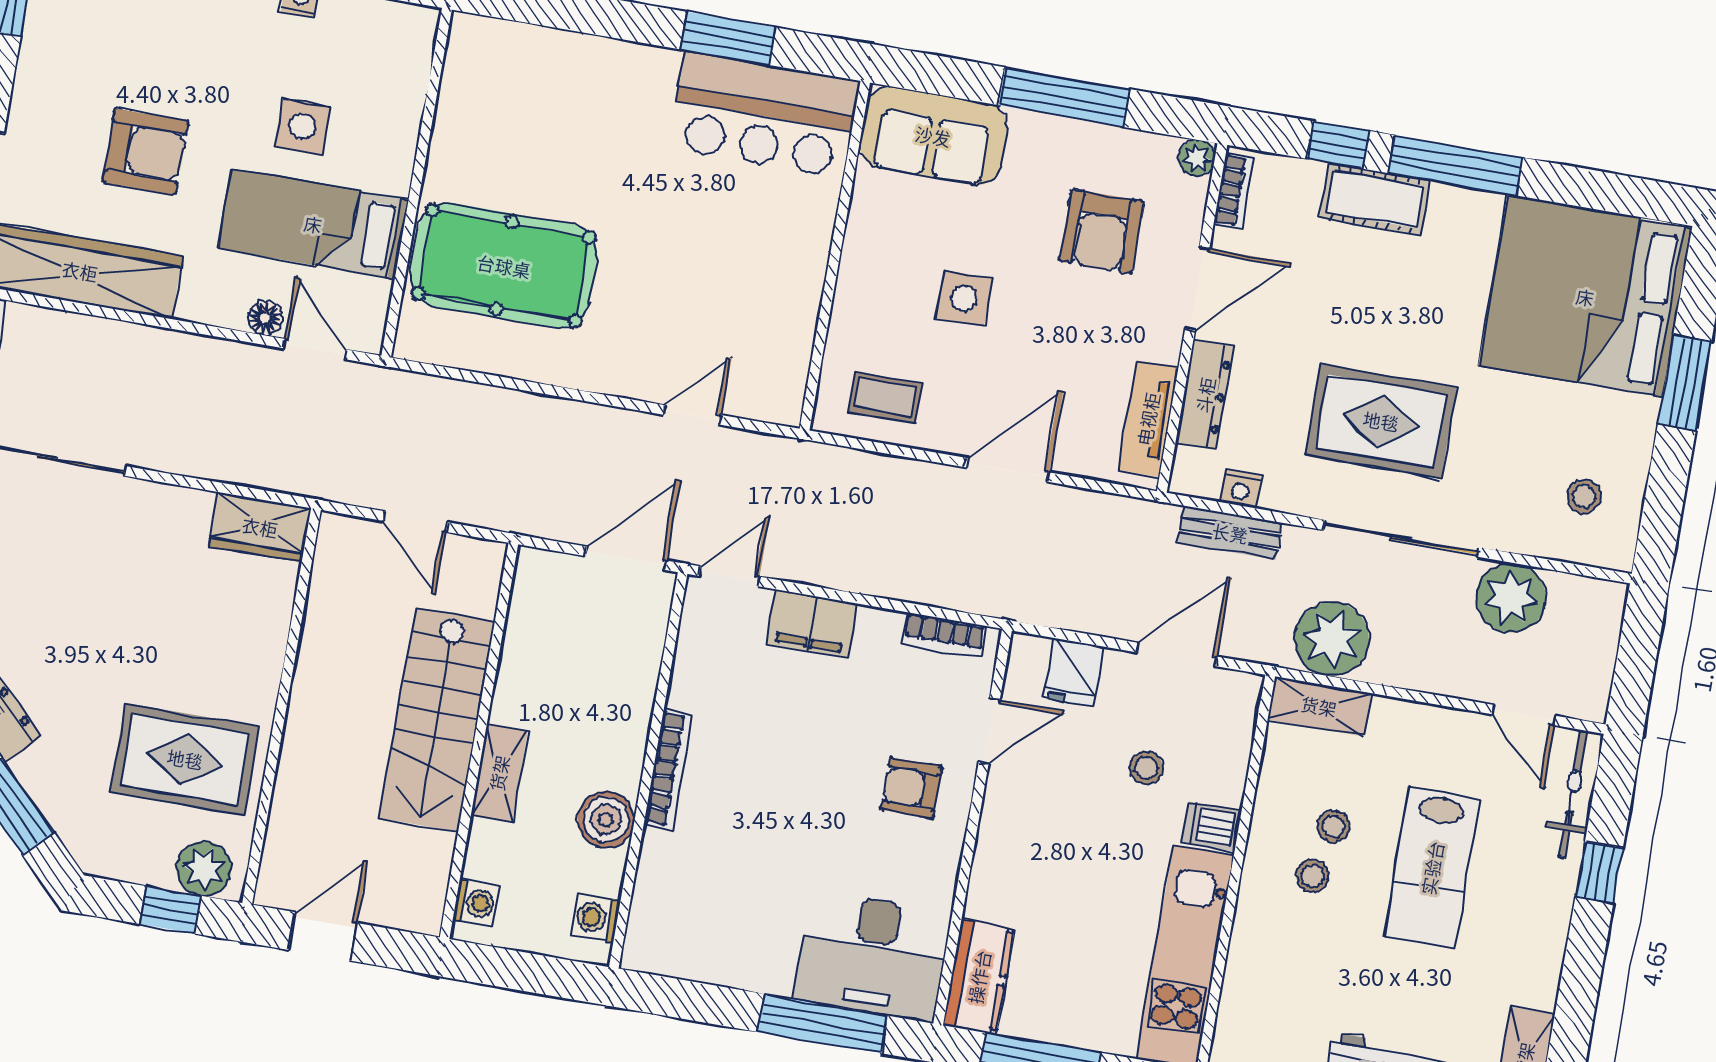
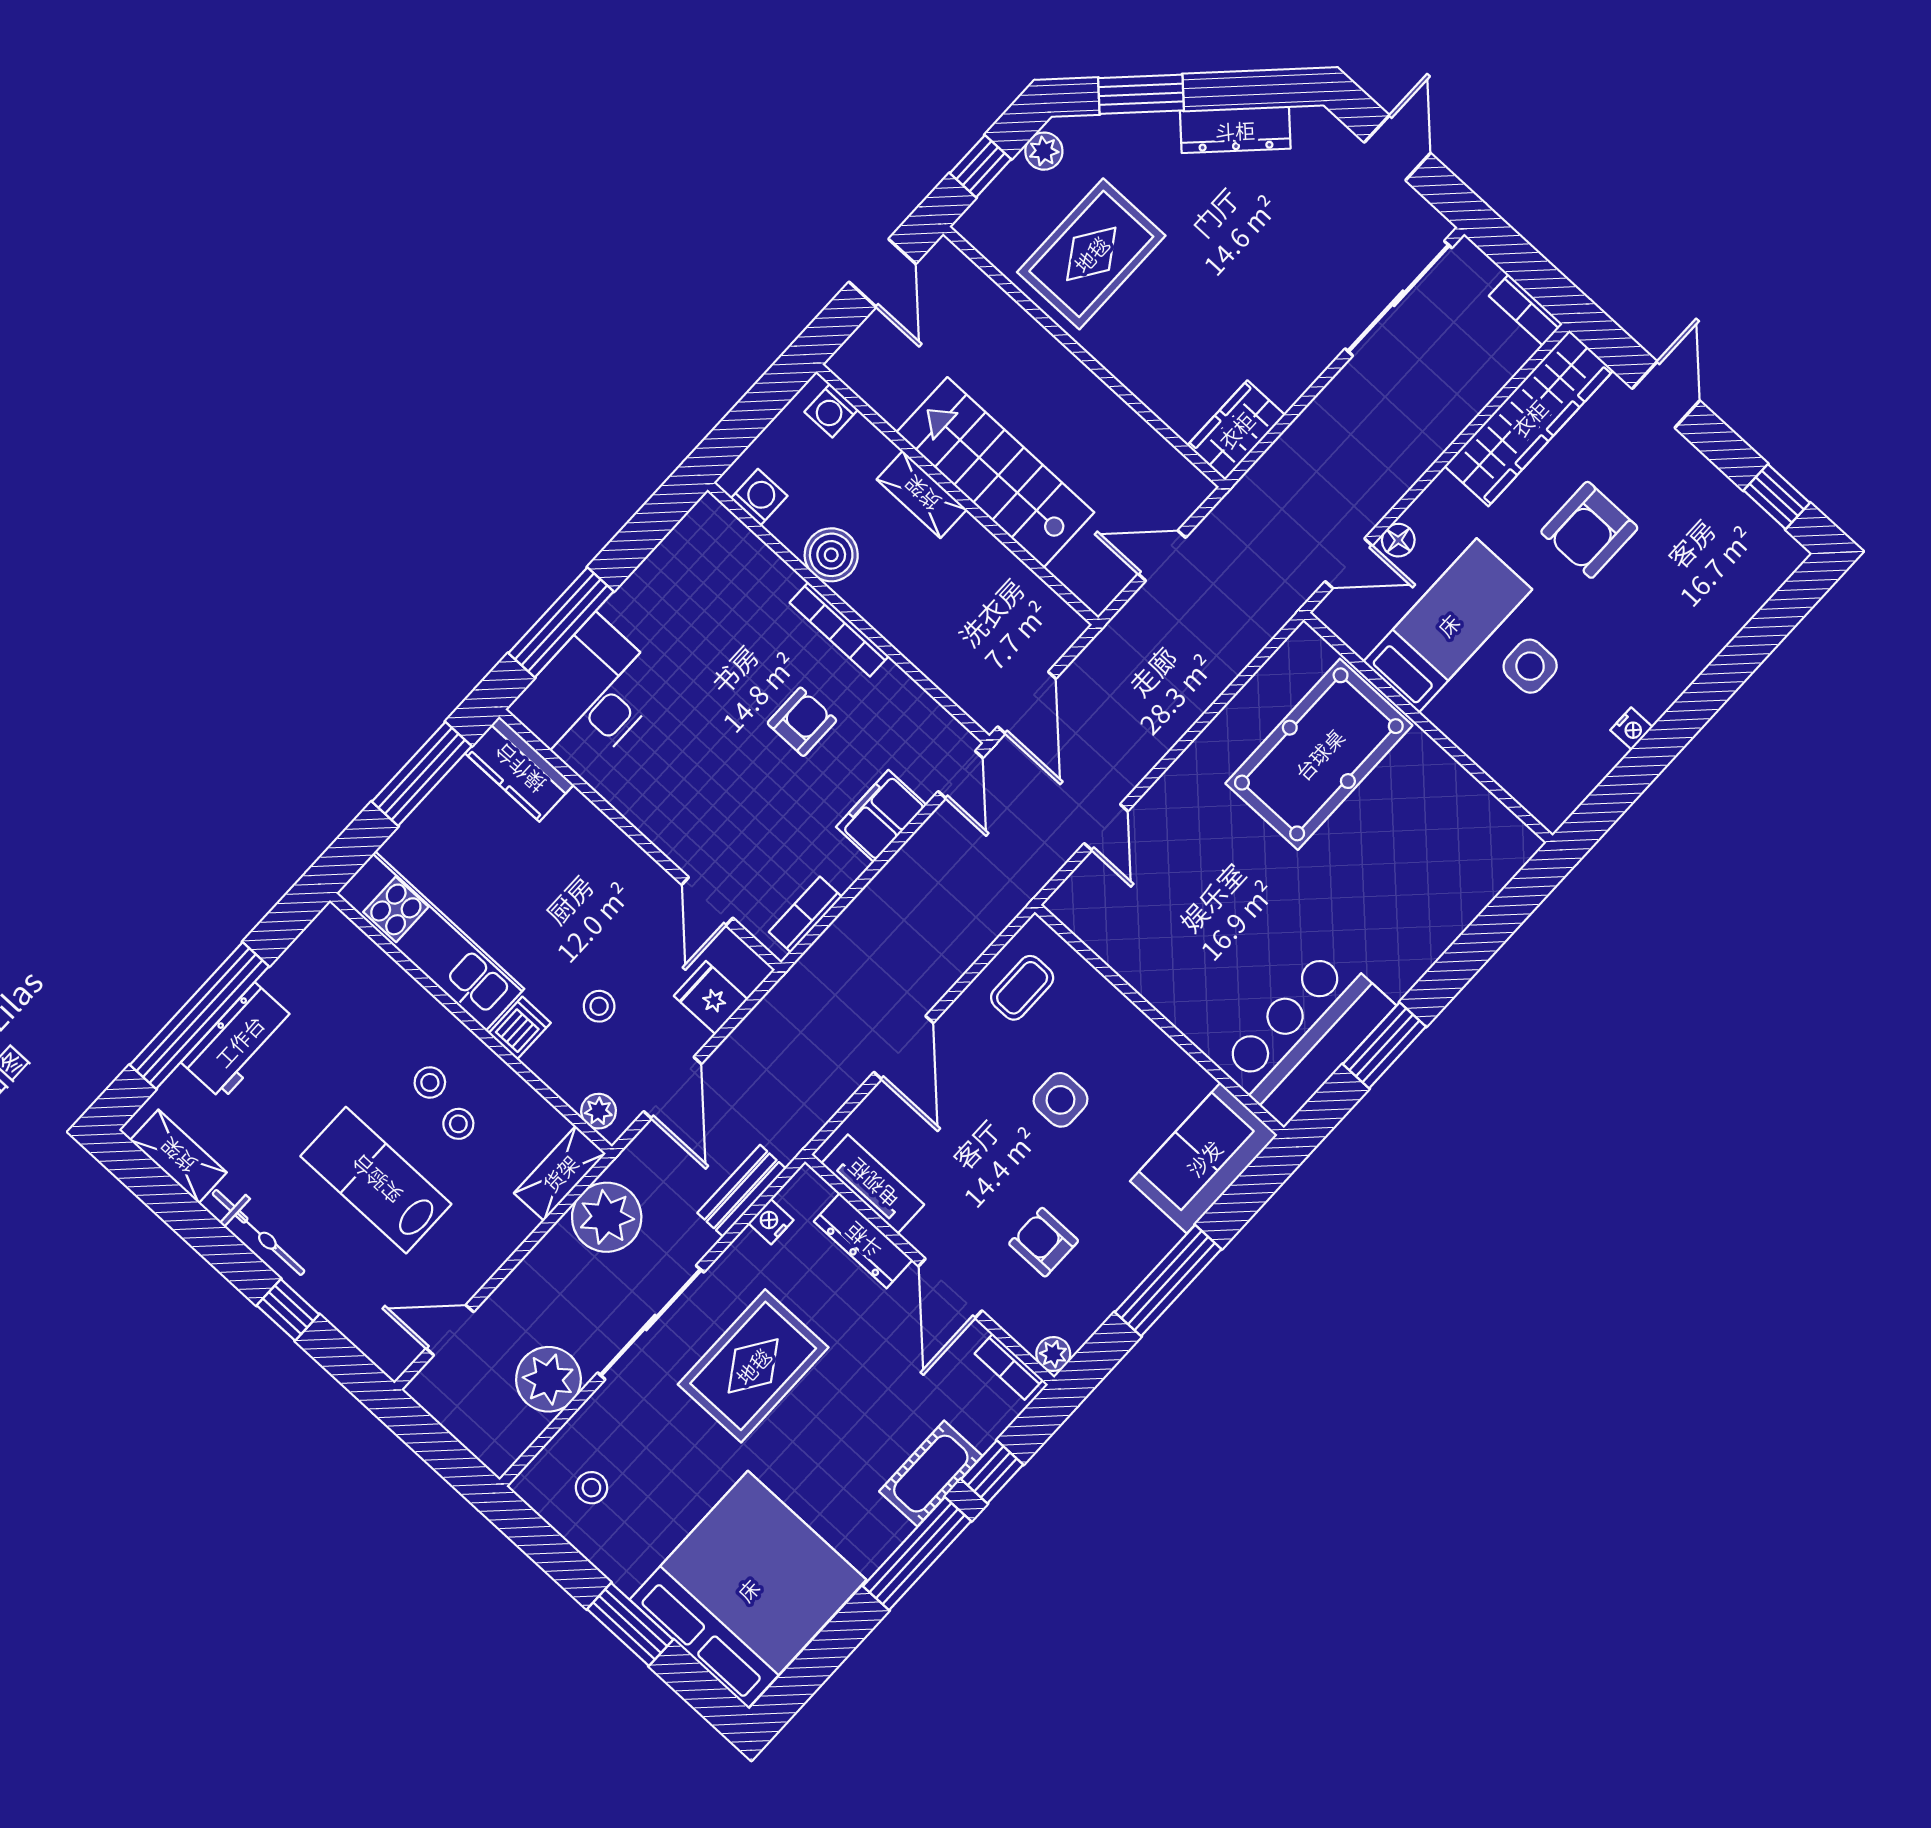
armchair: (1102, 231) -> (1044, 1242), width x0.72, depth x0.72
plant: (1241, 708) -> (599, 1111), added
armchair: (911, 788) -> (802, 722), moved
bicycle: (1573, 794) -> (259, 1232), moved
plant: (204, 869) -> (1044, 151), moved, width x0.73, depth x0.73

